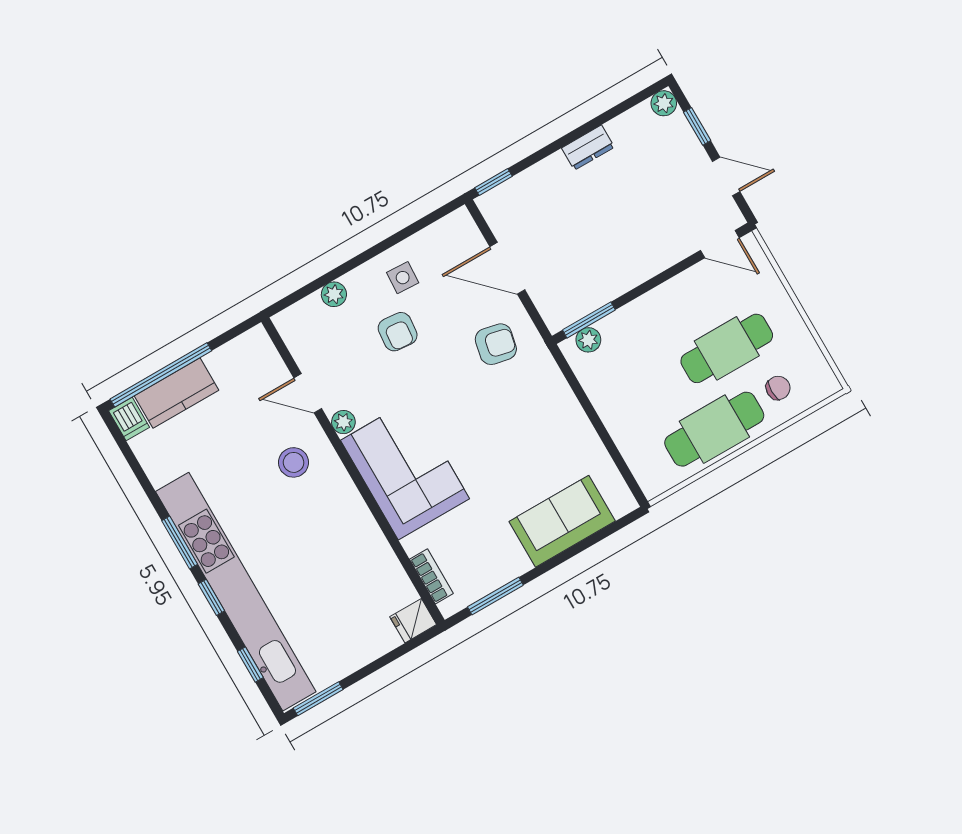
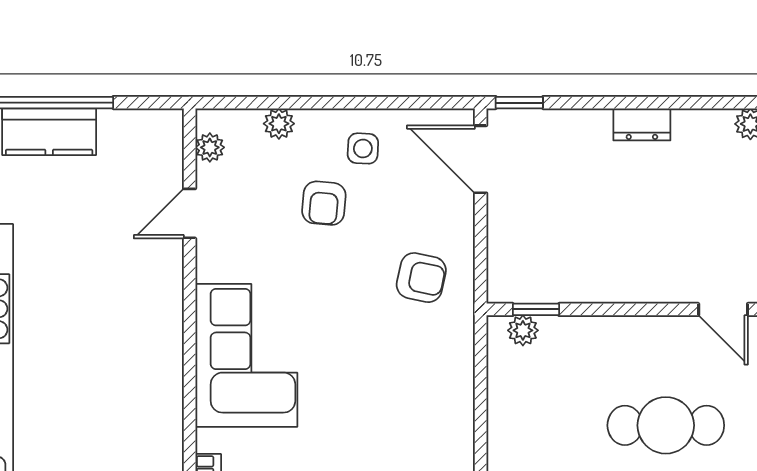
door: (507, 268) -> (481, 159), moved
window: (589, 320) -> (536, 309), width x0.67
door: (308, 393) -> (190, 213), hinge flipped
plant: (343, 422) -> (210, 147), moved
stool: (294, 462) -> (131, 279), removed

